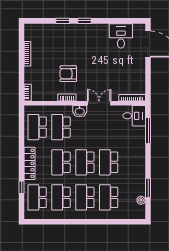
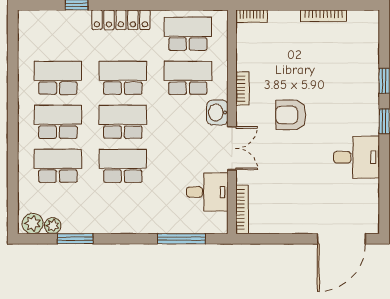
desk: (121, 36) -> (356, 157), moved
armchair: (68, 74) -> (291, 115), moved, turned -90
desk: (134, 116) -> (207, 192), moved, turned -90
school desk: (37, 197) -> (58, 34), removed
plant: (140, 211) -> (33, 223), added

